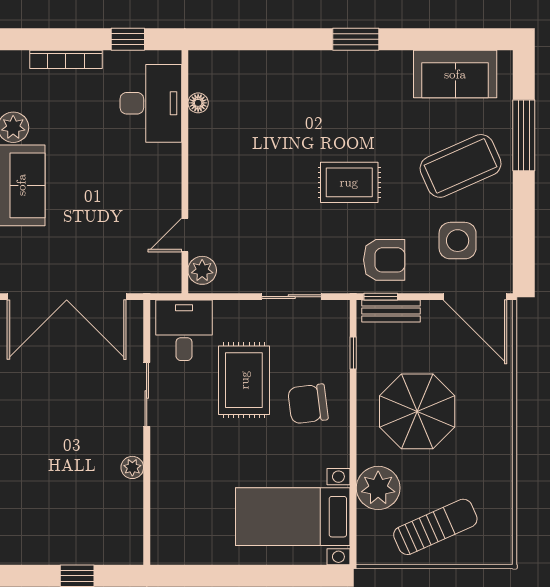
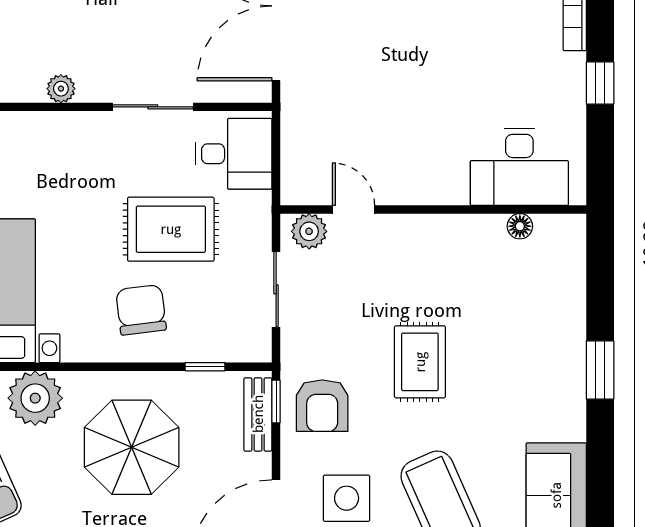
desk: (151, 103) -> (519, 167), moved
floor lamp: (198, 103) -> (520, 226), moved
wall: (185, 172) -> (433, 209), moved
door: (185, 235) -> (354, 209), moved
plant: (202, 270) -> (309, 231), moved

